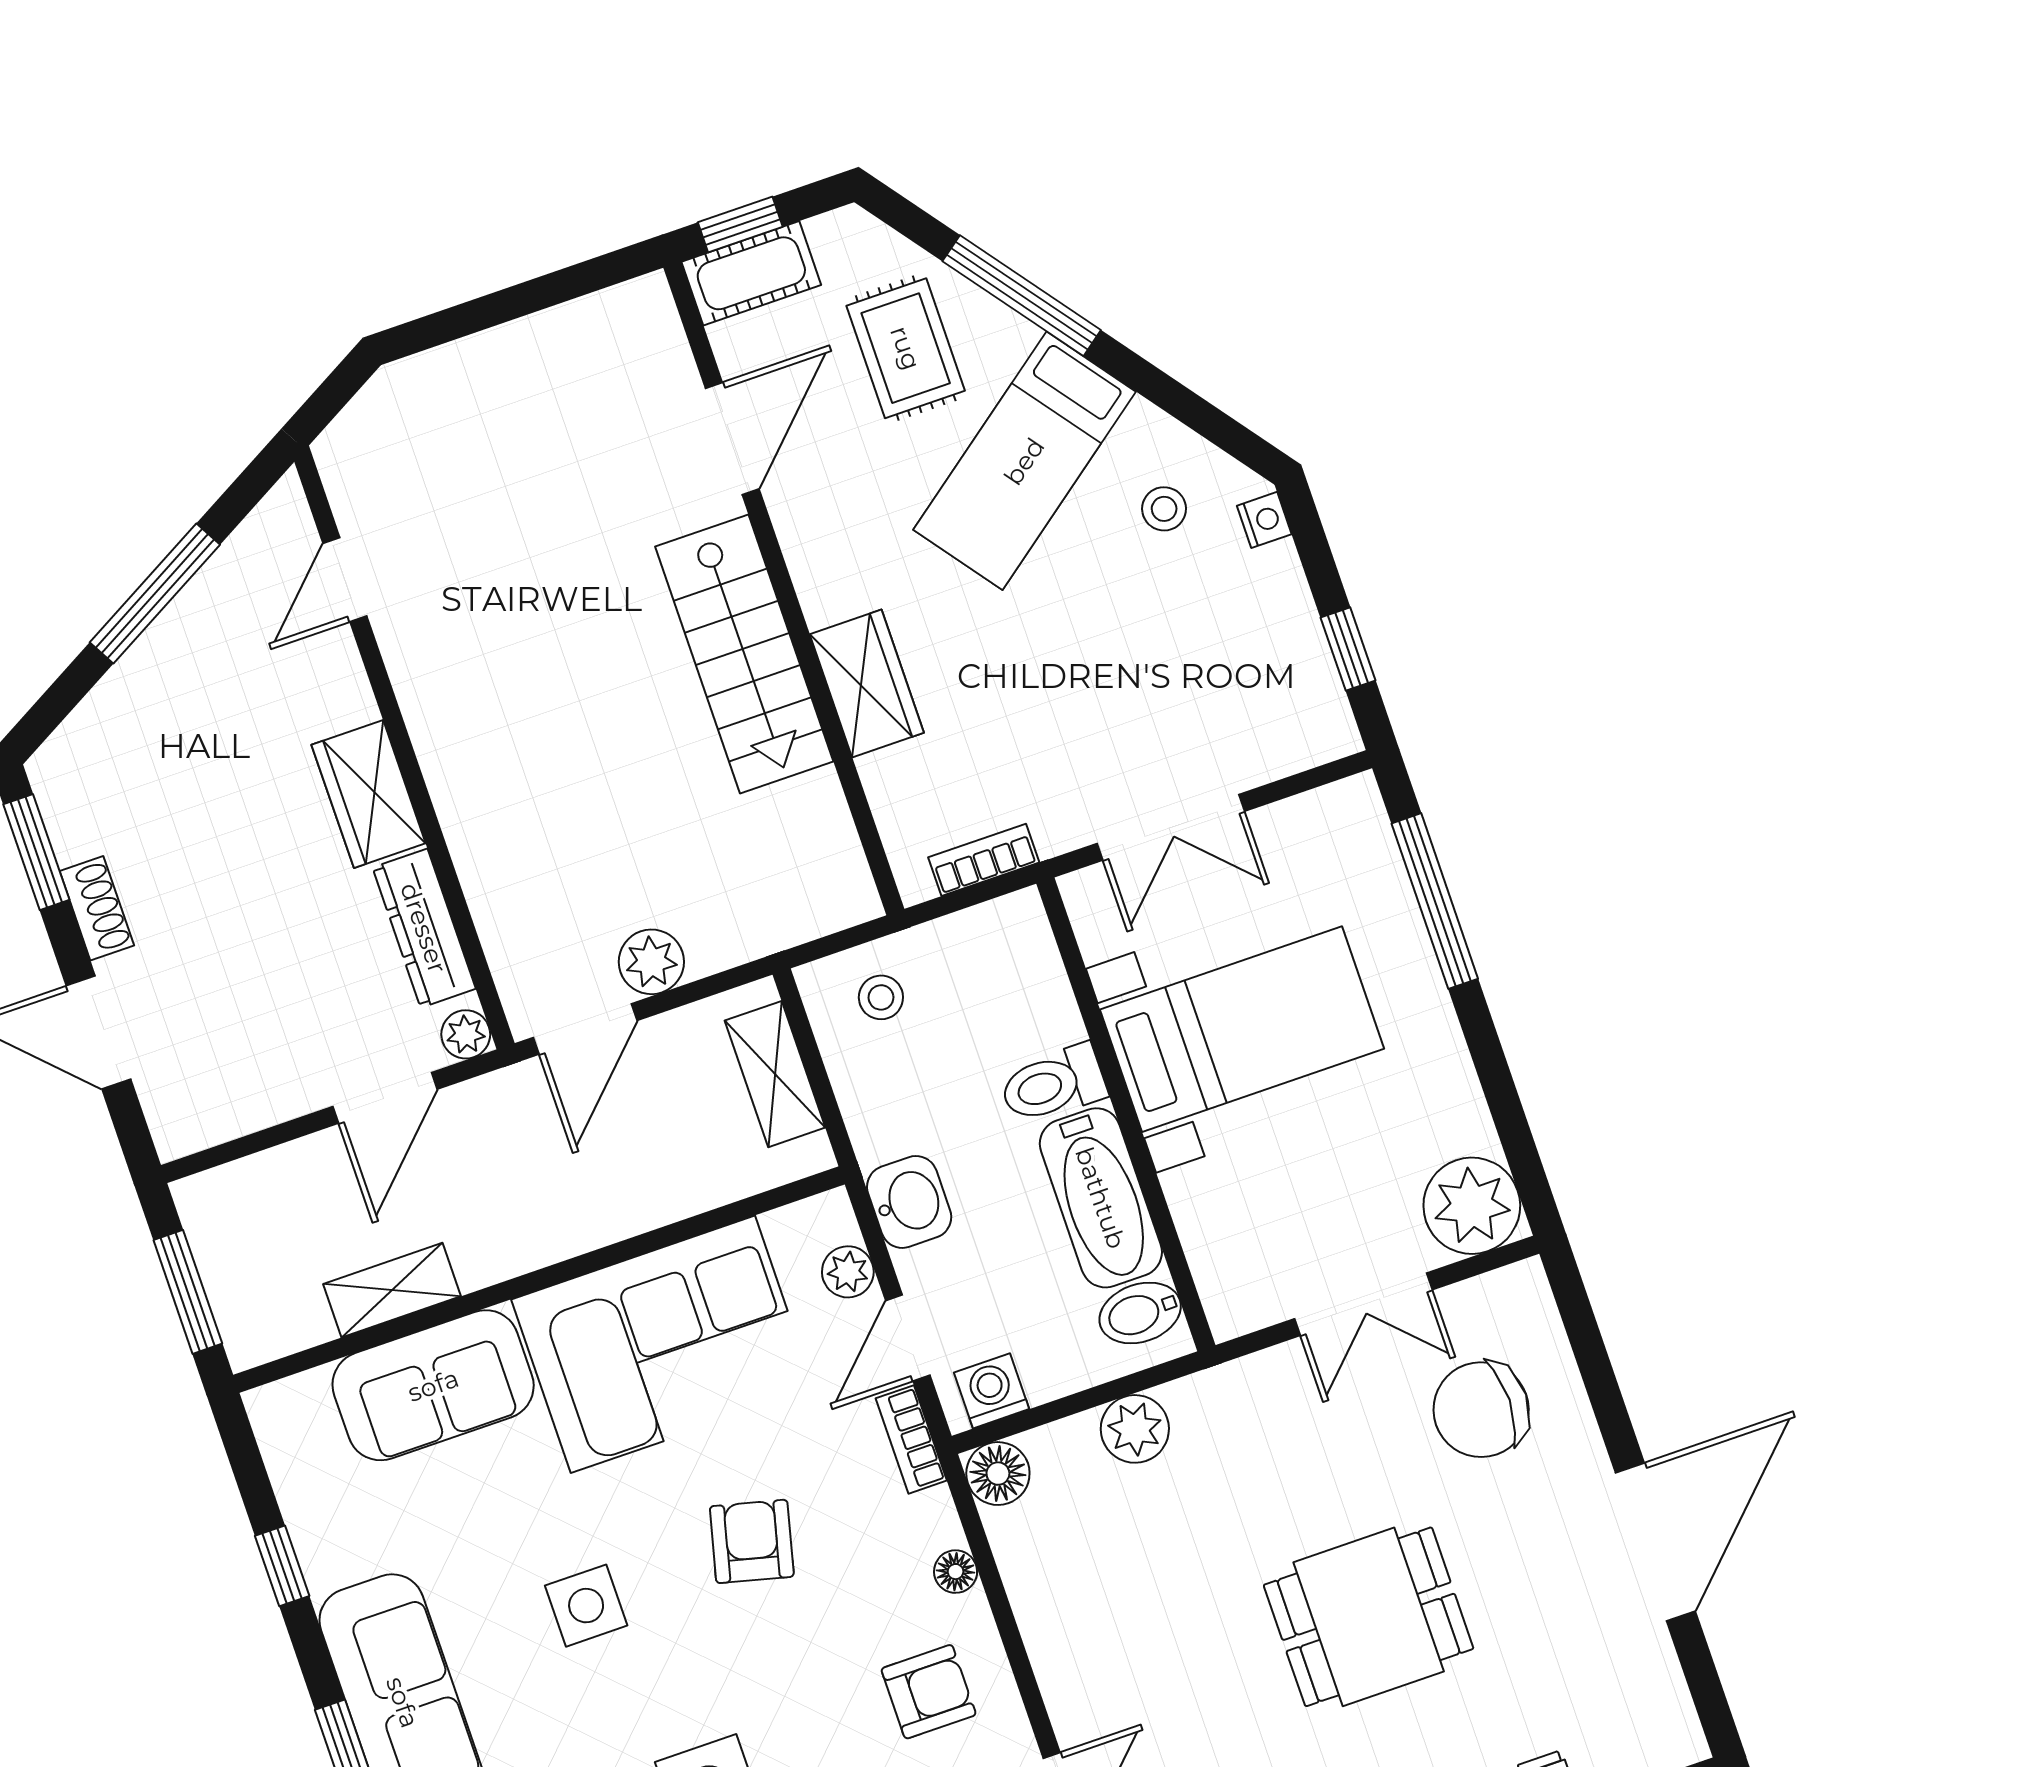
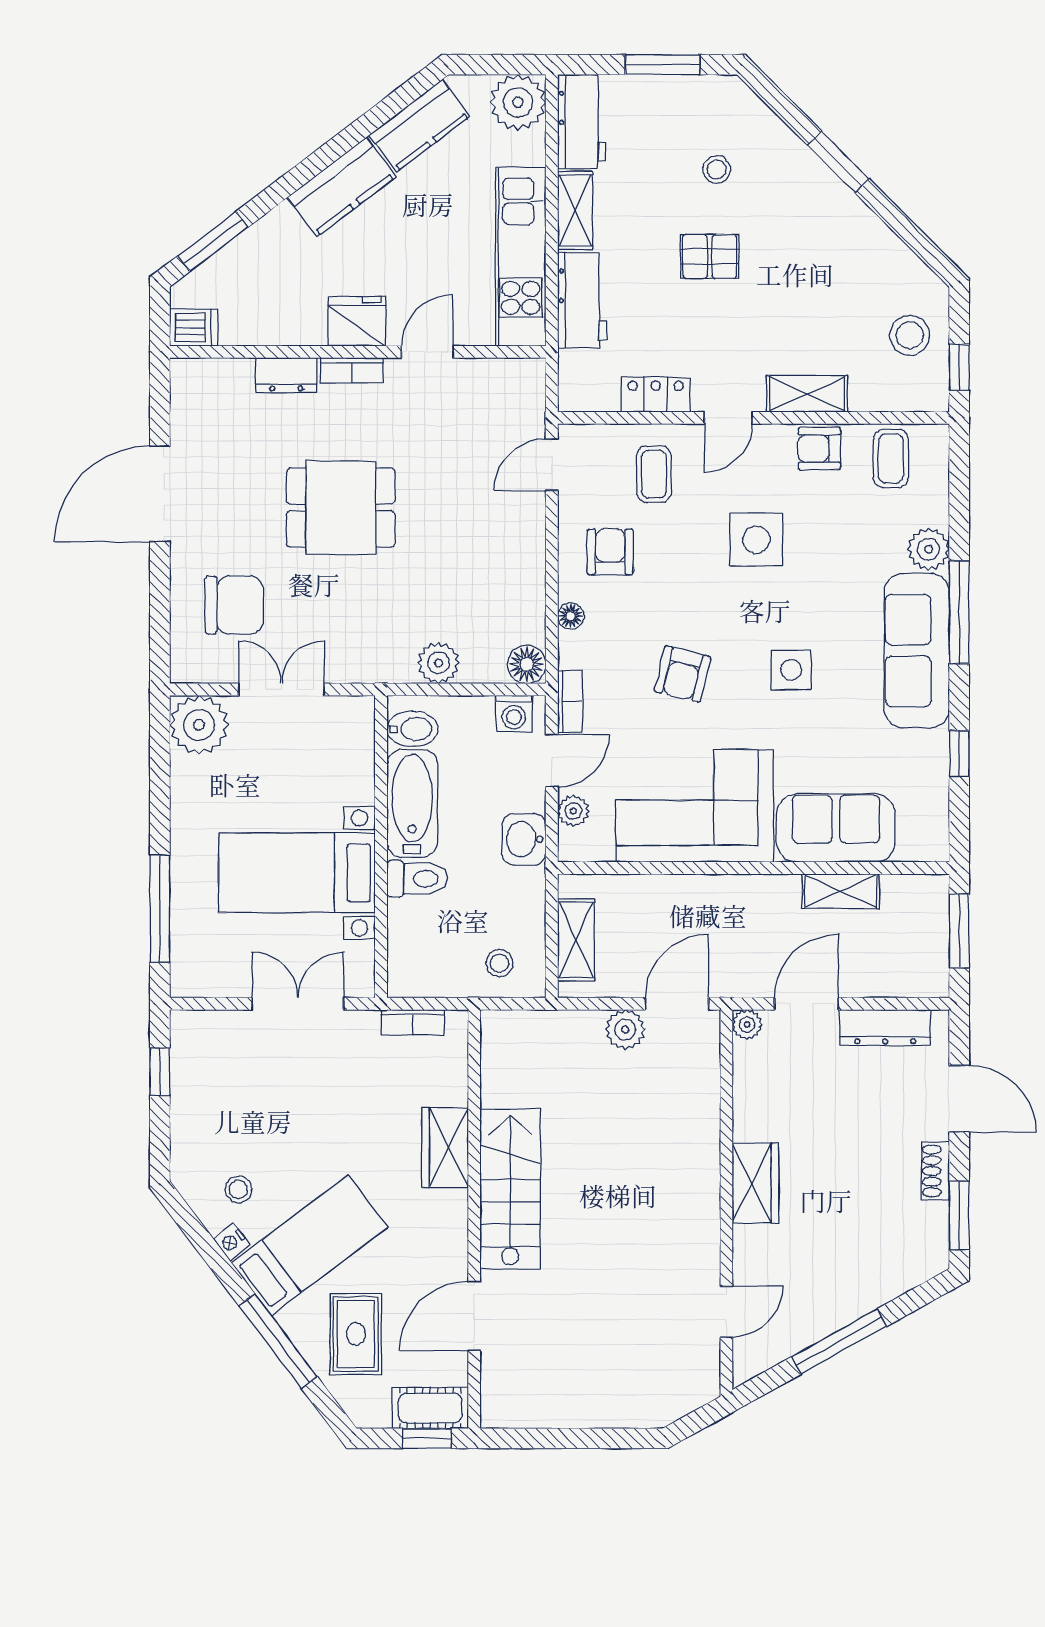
nightstand: (1264, 520) -> (231, 1242), moved, turned -37
dresser: (424, 928) -> (885, 1027), moved, turned 90
armchair: (929, 1692) -> (610, 552), turned 90

